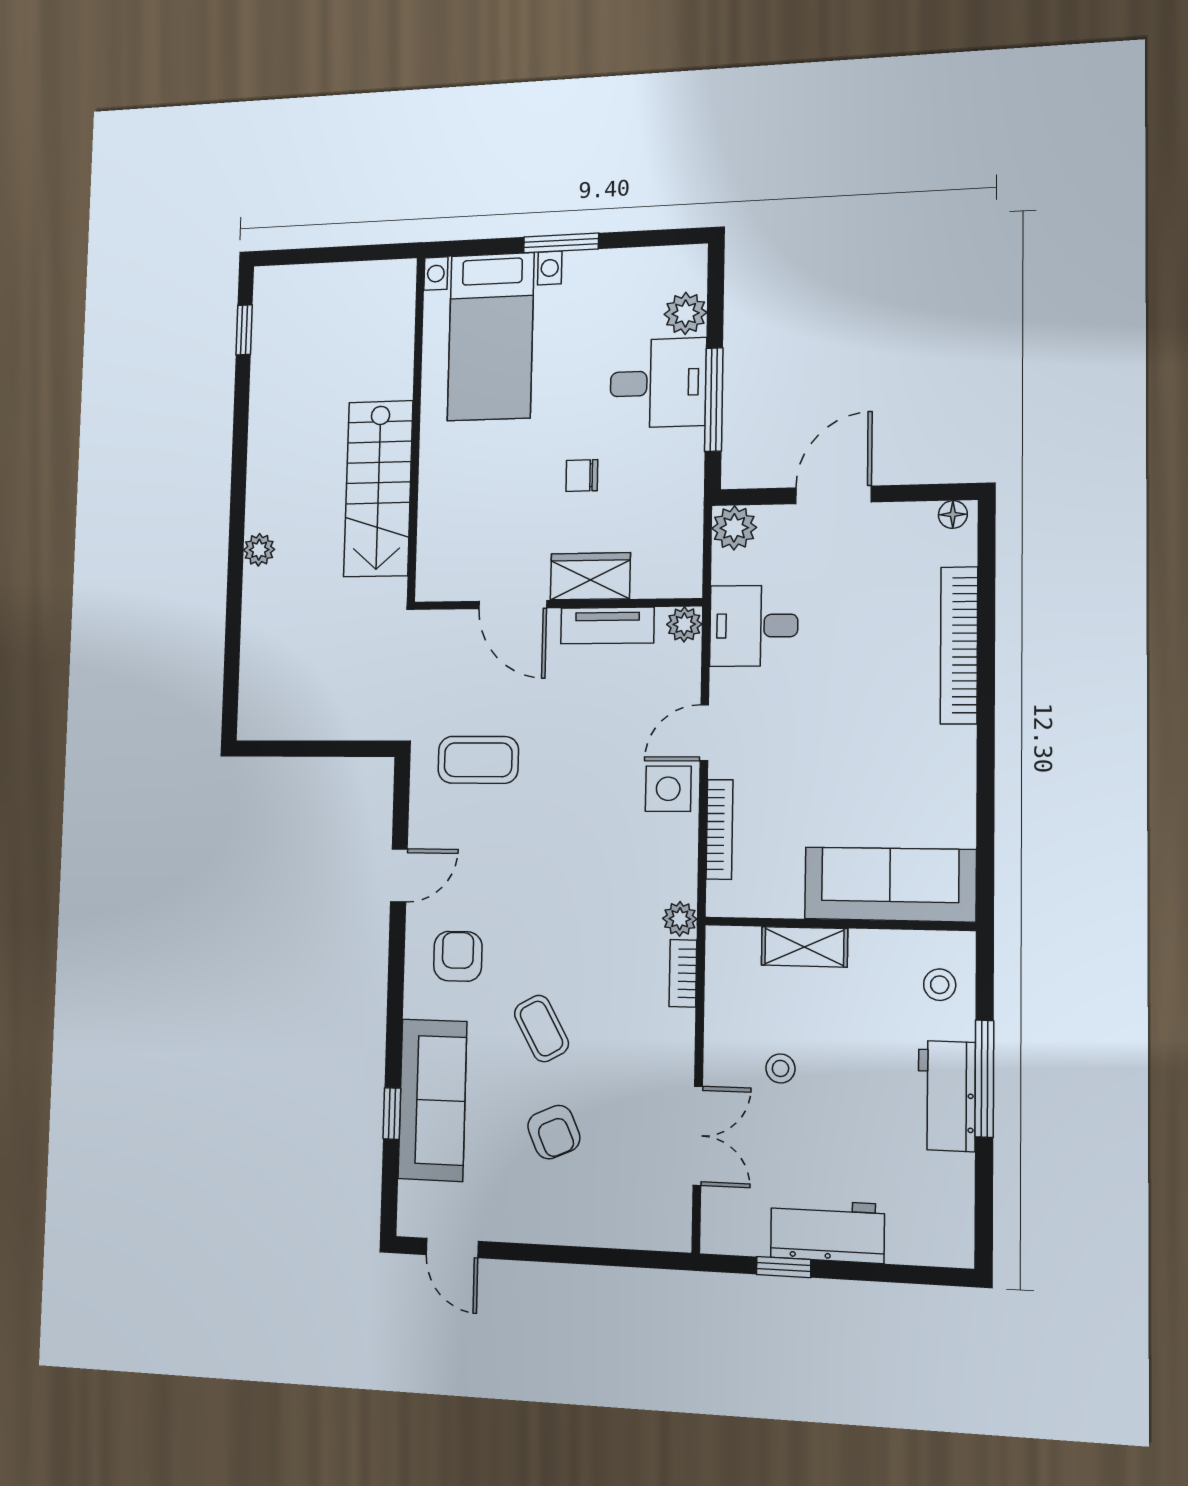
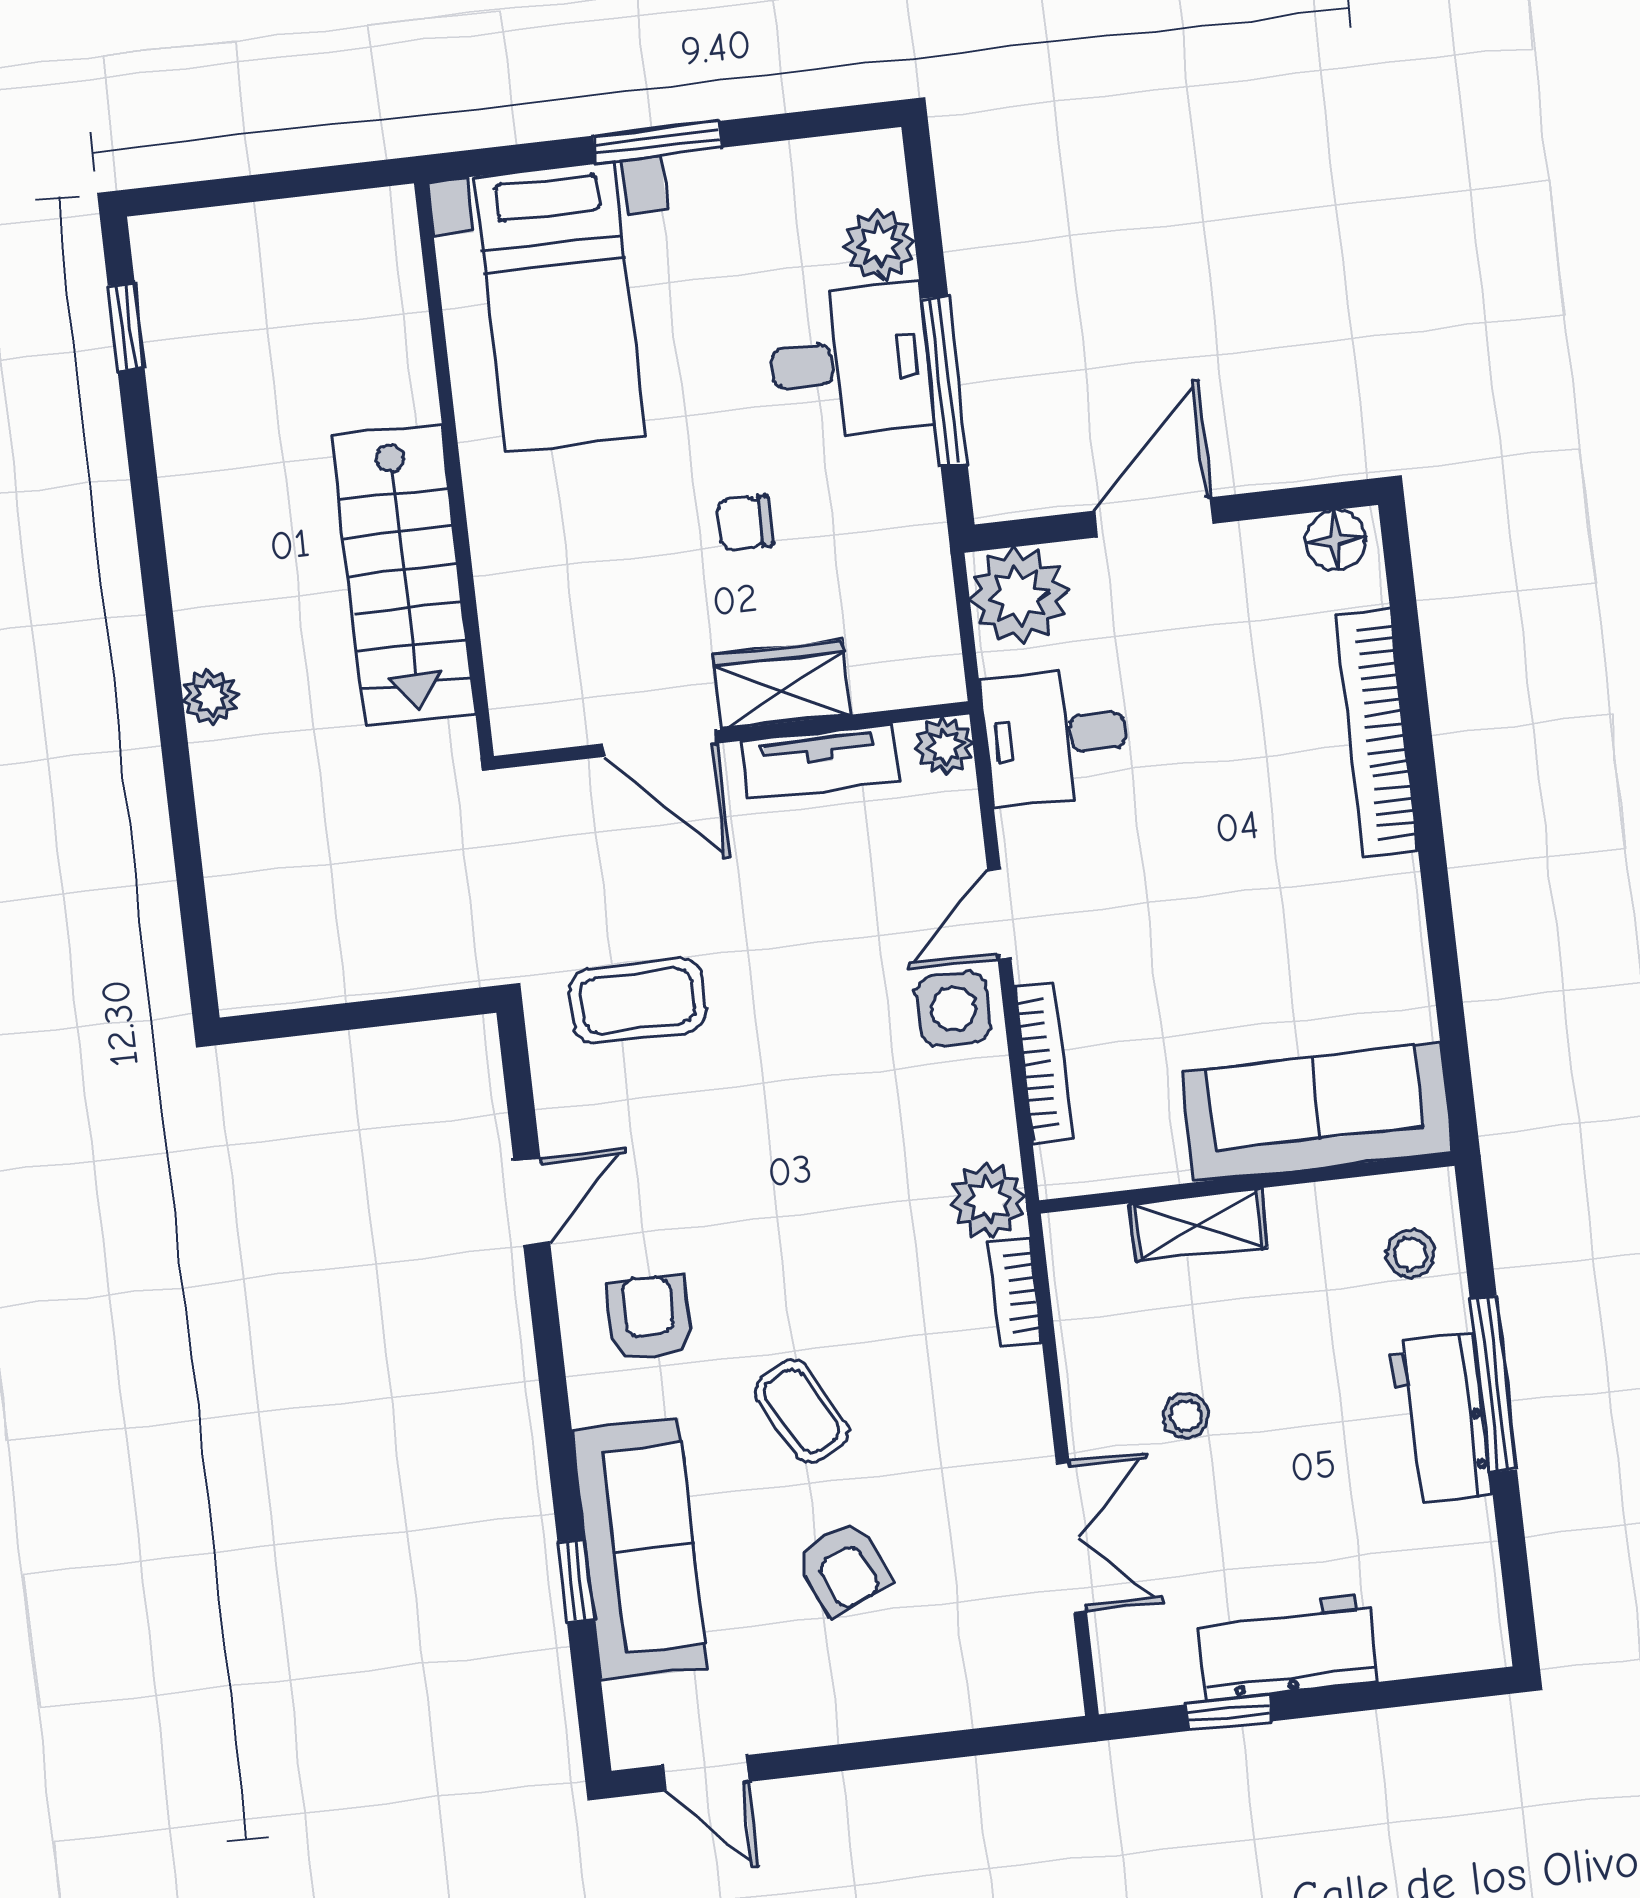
floor lamp: (953, 514) -> (1336, 540), width x1.37, depth x1.37
plant: (734, 528) -> (1019, 596), width x1.36, depth x1.36
plant: (680, 919) -> (988, 1200), width x1.38, depth x1.38

